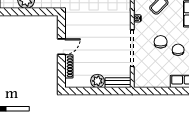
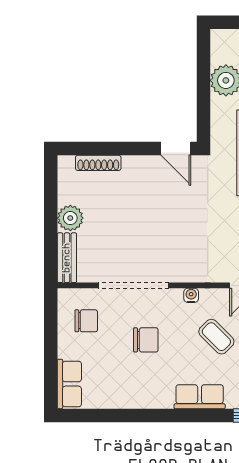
door: (61, 47) -> (176, 149), moved
chair: (178, 50) -> (86, 321), moved

